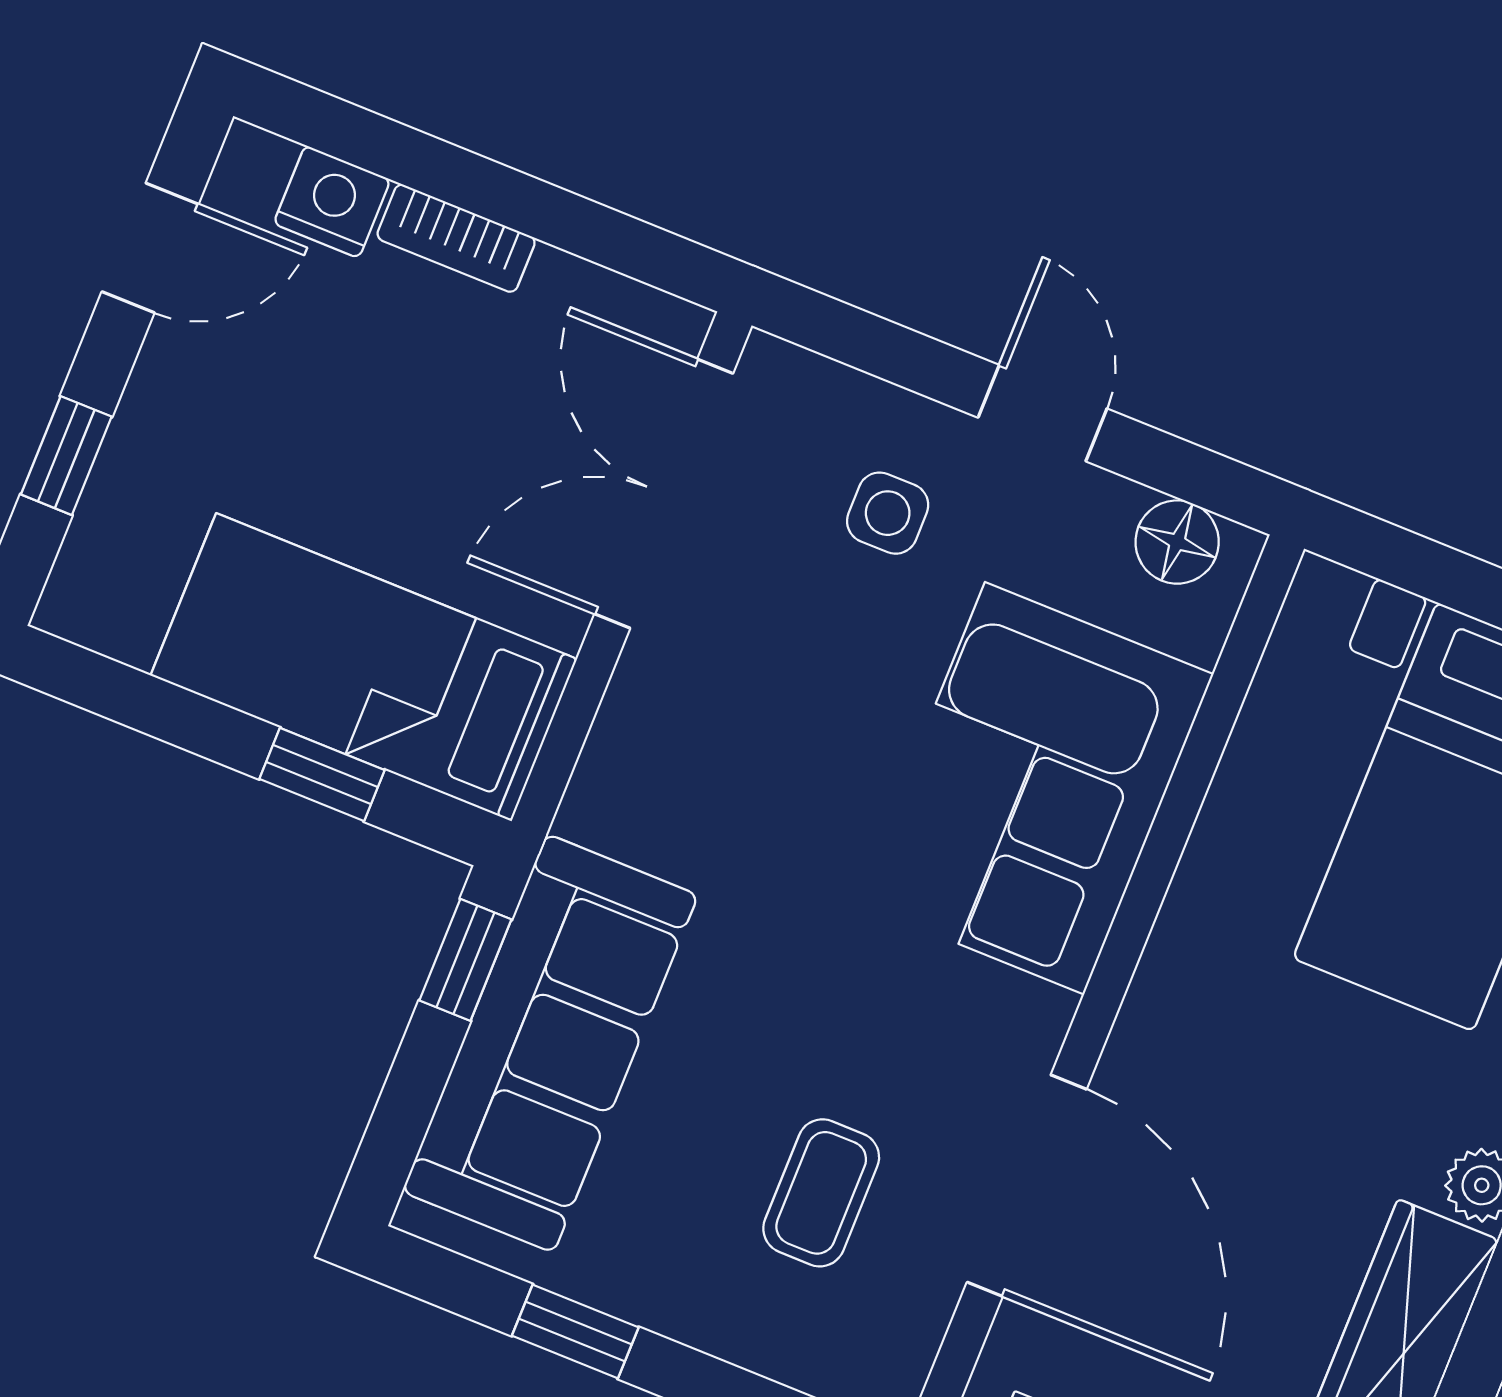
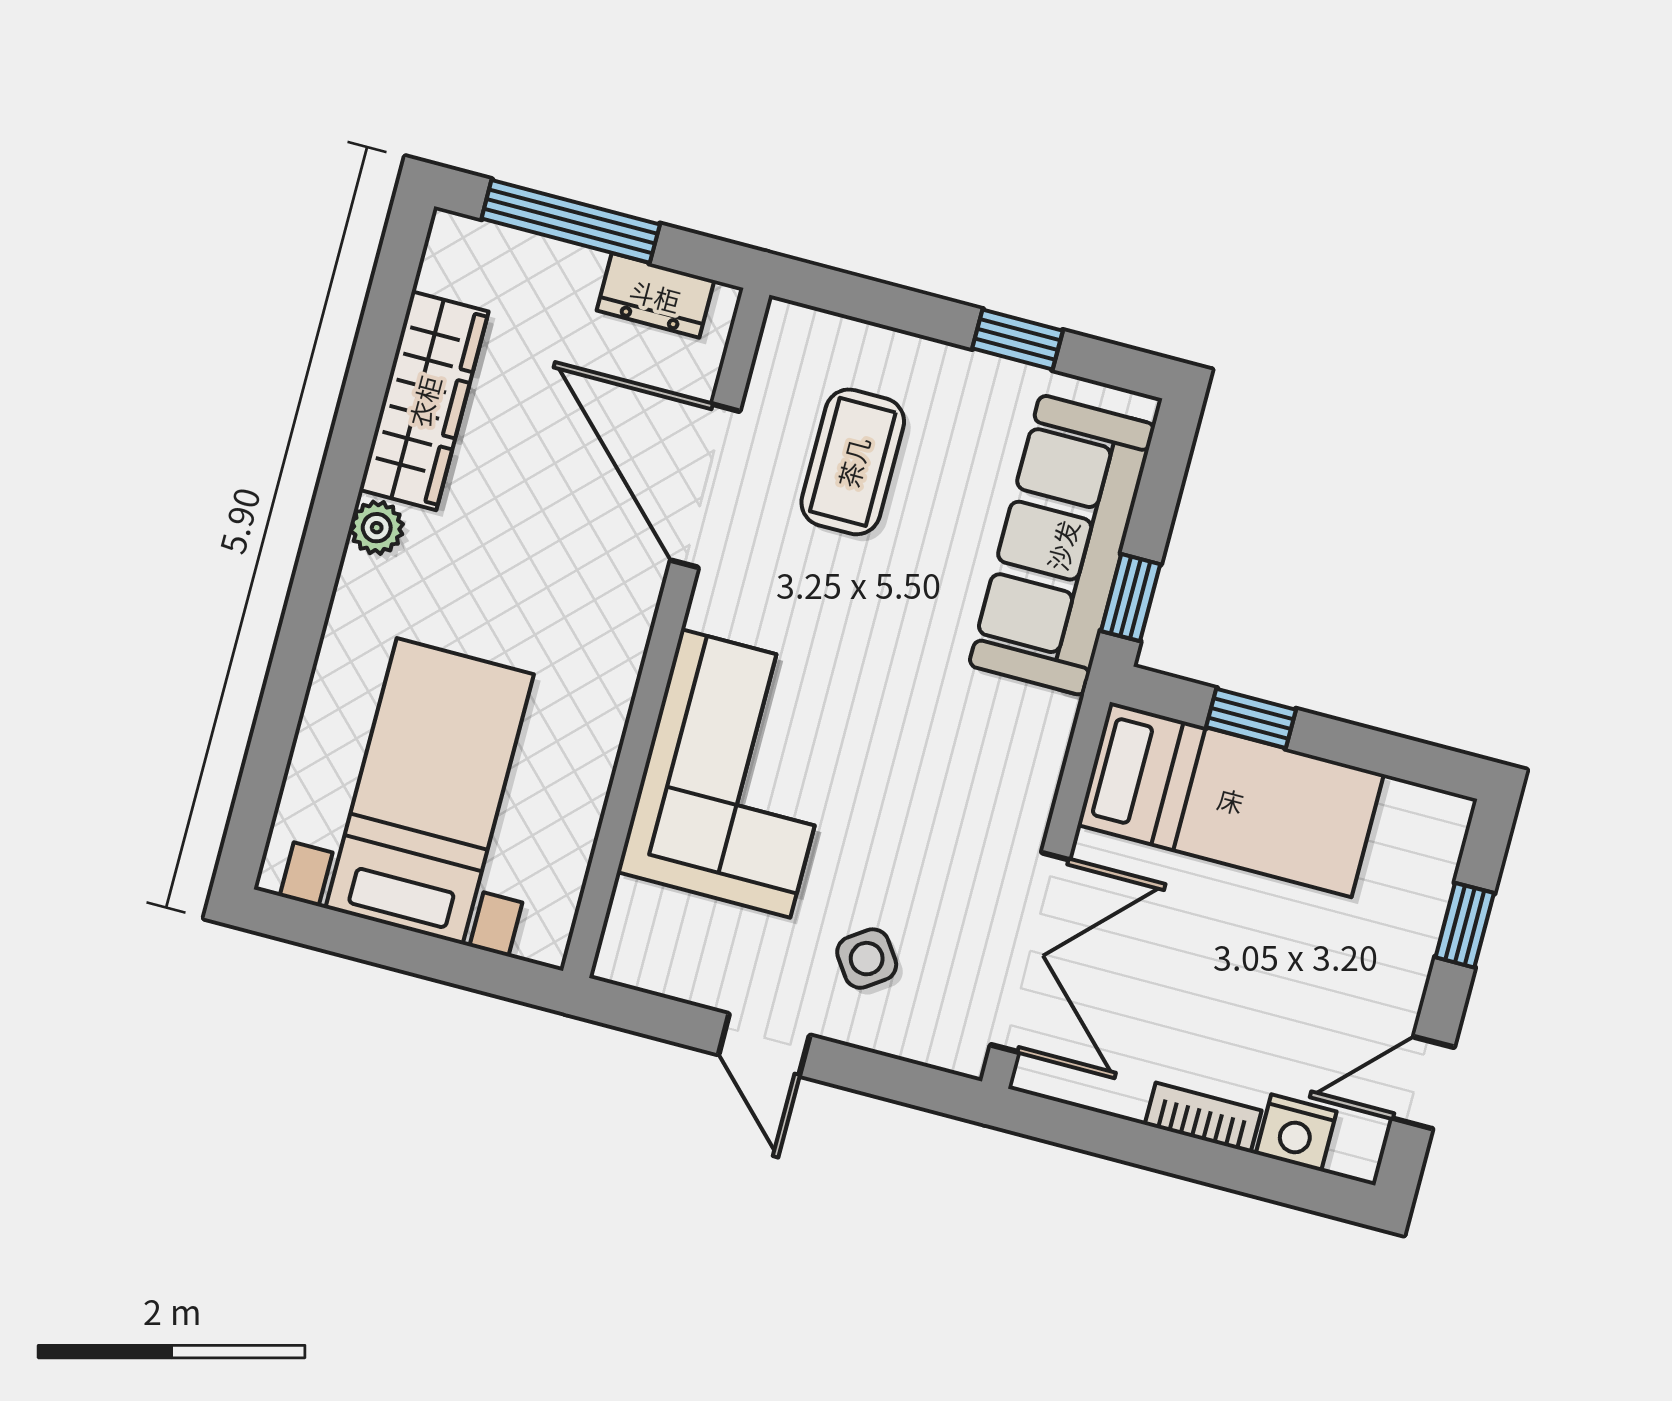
side table: (888, 513) -> (867, 959), turned -35
floor lamp: (1177, 542) -> (655, 964), removed
coffee table: (821, 1193) -> (853, 462), width x1.36, depth x1.30

